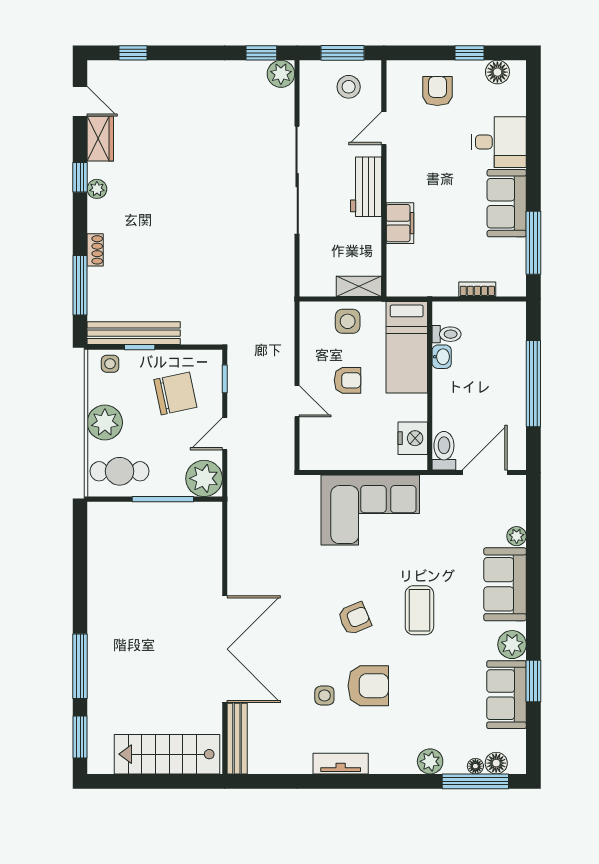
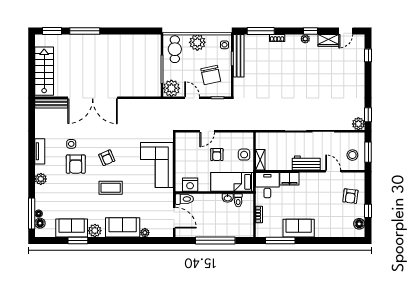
armchair: (437, 91) -> (350, 196), turned 97
desk: (499, 142) -> (267, 185), moved, turned 180
plant: (430, 761) -> (41, 179), moved

